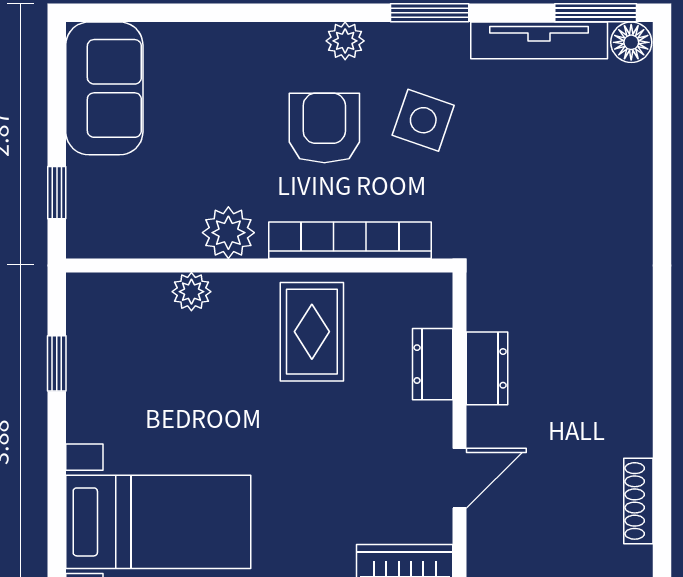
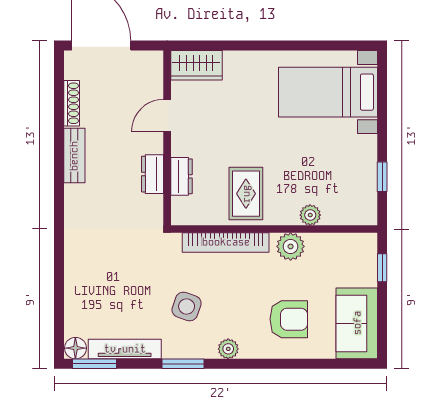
armchair: (324, 128) -> (289, 319), moved, turned -90
bench: (633, 403) -> (74, 156), added

